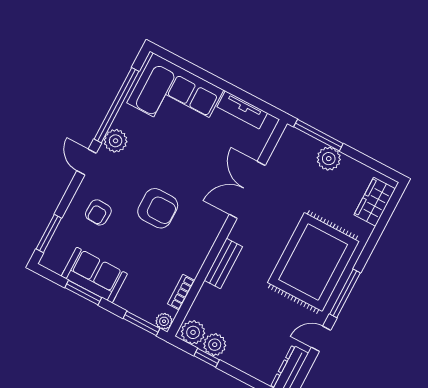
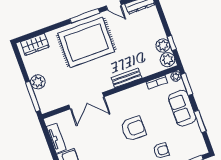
armchair: (158, 208) -> (133, 129), turned 90
sofa: (94, 275) -> (182, 108), moved

